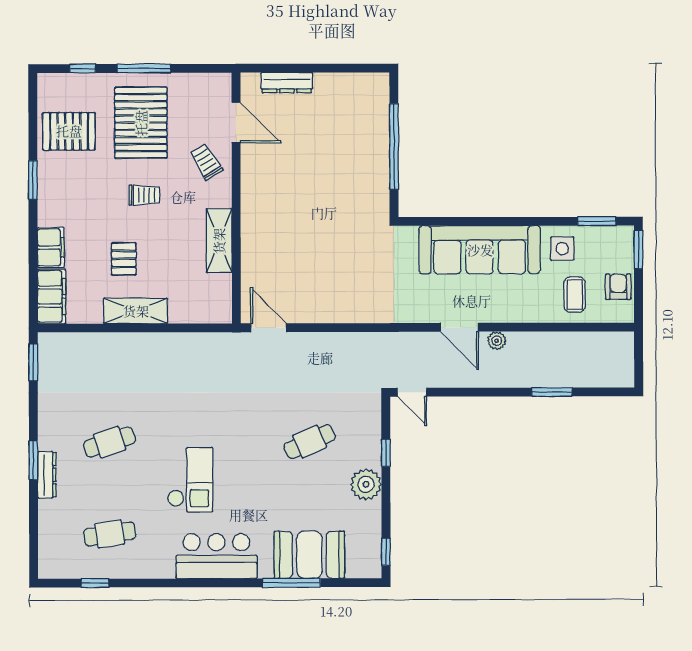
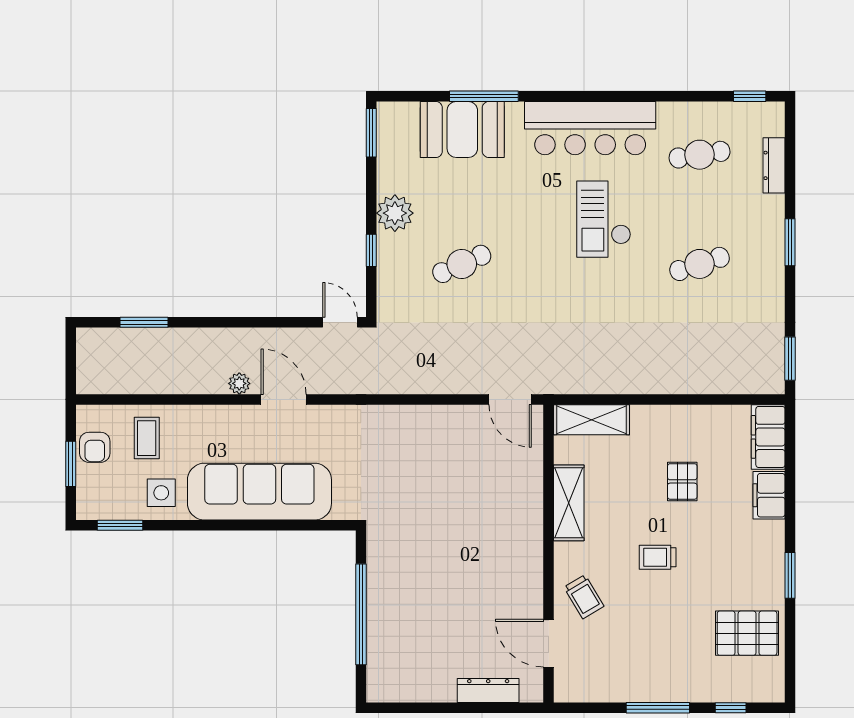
pallet: (141, 123) -> (662, 643), removed
window: (638, 250) -> (71, 464), moved
shelving: (136, 311) -> (592, 420), moved
window: (552, 392) -> (144, 322), moved
dresser: (47, 475) -> (774, 165), moved
window: (386, 552) -> (371, 133), width x1.50
bar counter: (217, 556) -> (590, 128), width x1.36
window: (95, 583) -> (750, 96), moved

